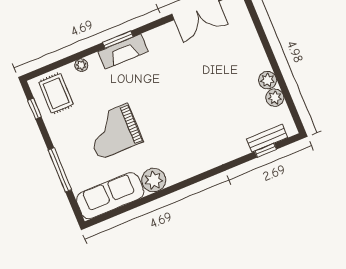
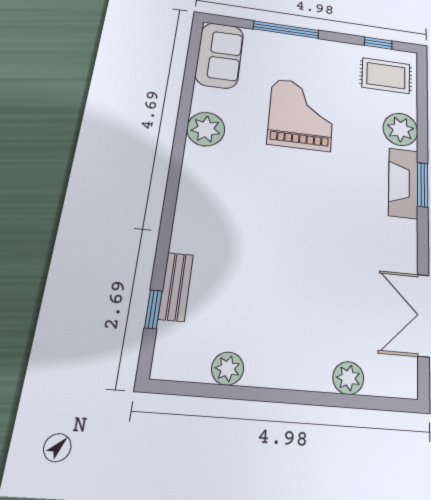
plant: (81, 65) -> (400, 129), width x1.88, depth x1.88
plant: (267, 80) -> (348, 378), moved
bench: (267, 138) -> (176, 287), moved
sofa: (110, 196) -> (220, 55), width x0.73

